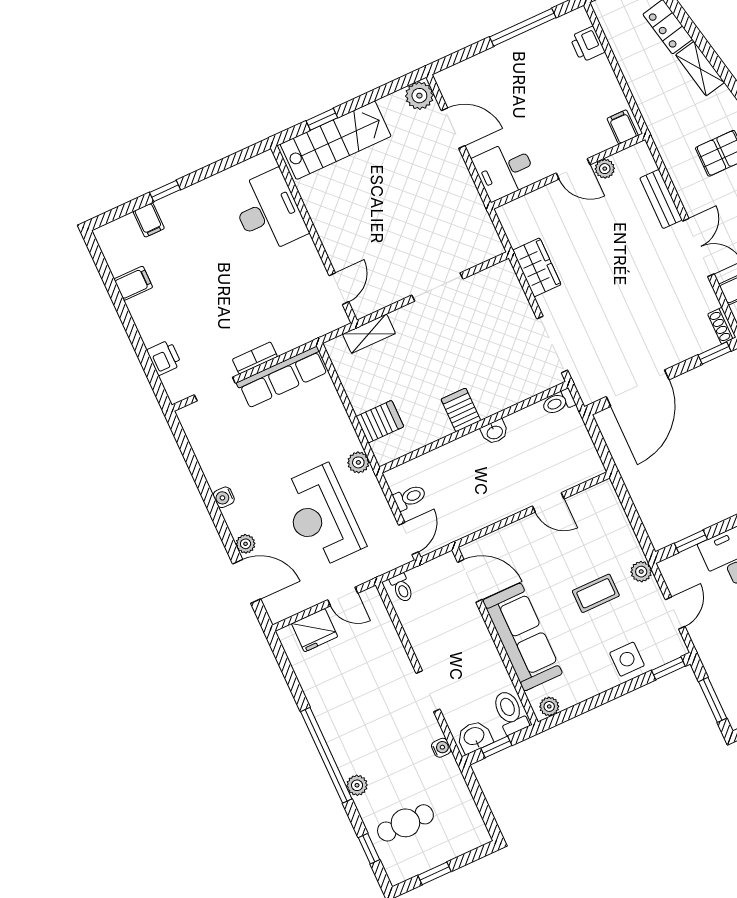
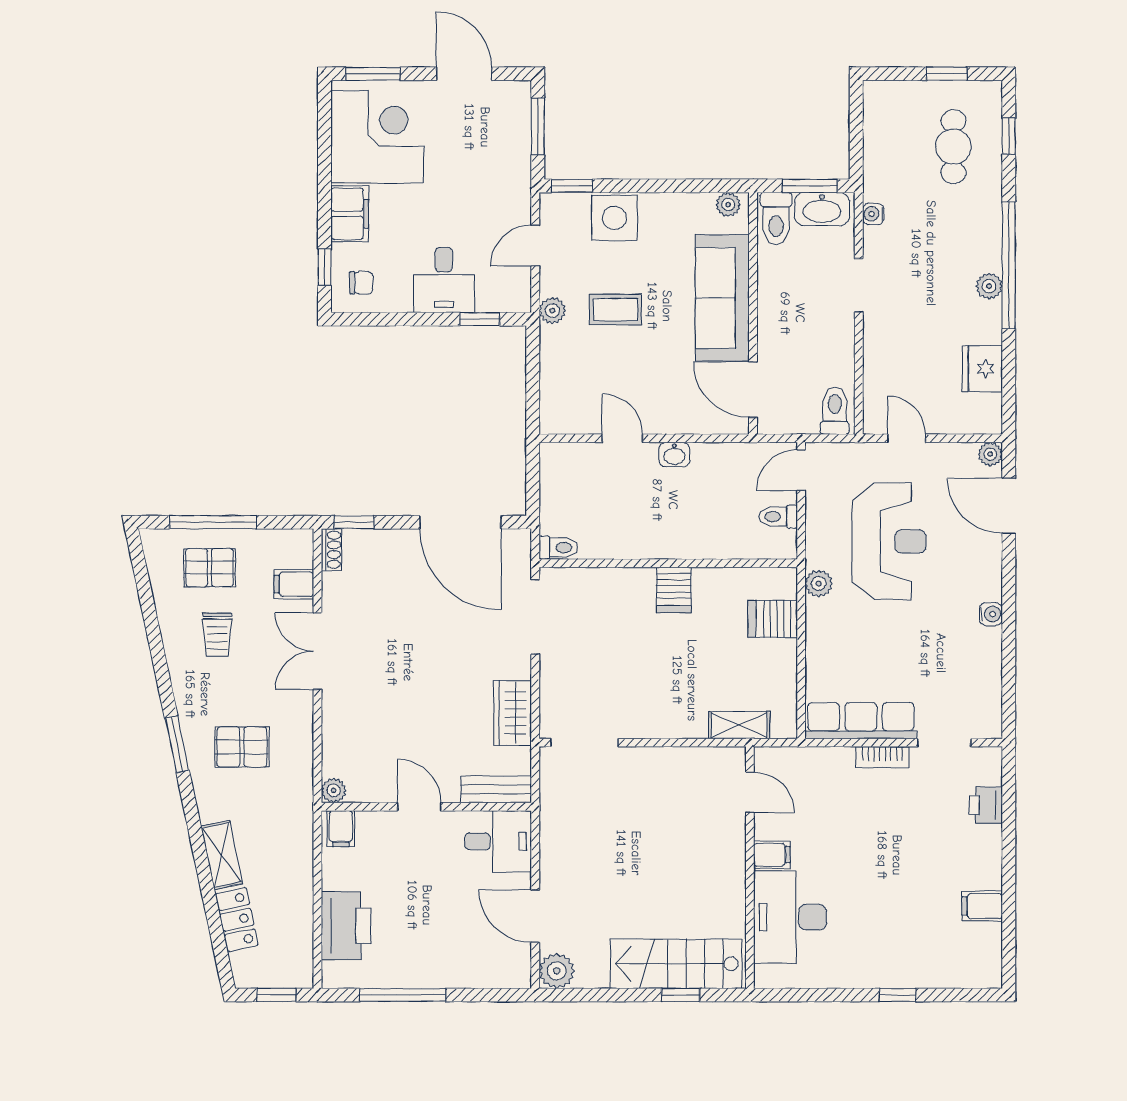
printer: (587, 44) -> (346, 926), width x1.87, depth x1.48
plant: (605, 169) -> (334, 790), moved
bench: (661, 199) -> (496, 789), moved, turned 90
filing cabinet: (149, 220) -> (772, 855), moved, turned 90
doorway: (437, 287) -> (584, 743), moved
door: (339, 289) -> (750, 792), swing flipped
door: (638, 388) -> (460, 522), swing flipped
washbasin: (495, 432) -> (674, 455), moved, turned 180
plant: (246, 544) -> (990, 454), moved
toilet: (402, 588) -> (835, 411), width x1.37, depth x1.39
fridge: (315, 630) -> (982, 369), moved, turned -90
side table: (627, 659) -> (614, 218), width x1.37, depth x1.37
washbasin: (474, 737) -> (822, 209), width x1.38
window: (496, 747) -> (810, 186), width x1.50
plant: (357, 785) -> (989, 286), moved
cafe table: (405, 823) -> (953, 147), turned 90

